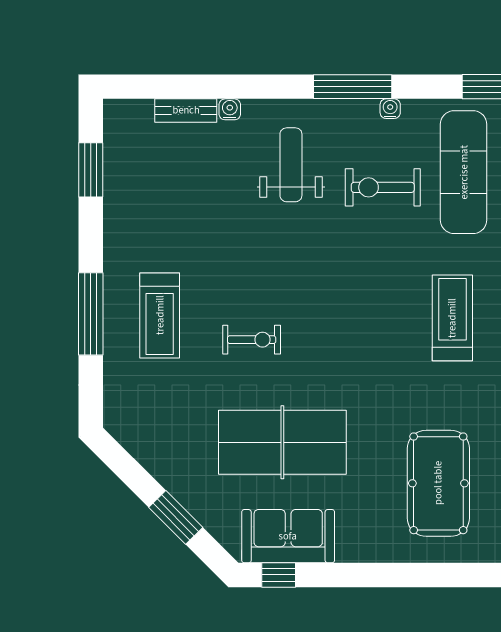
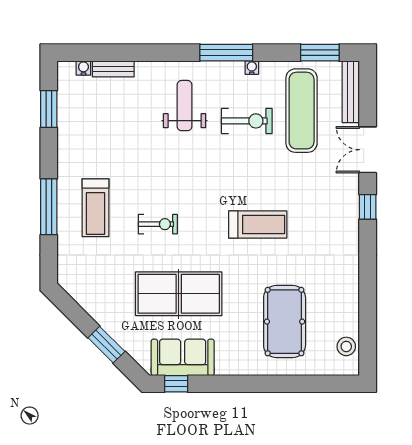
water cooler: (230, 109) -> (83, 68), moved
exercise bike: (383, 187) -> (247, 121), turned 180
treadmill: (452, 318) -> (258, 225), moved, turned 90

